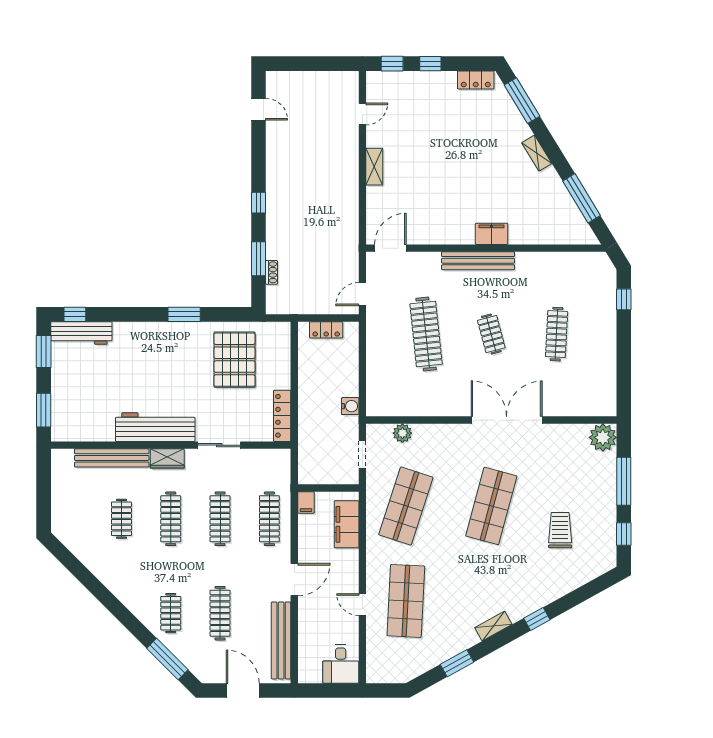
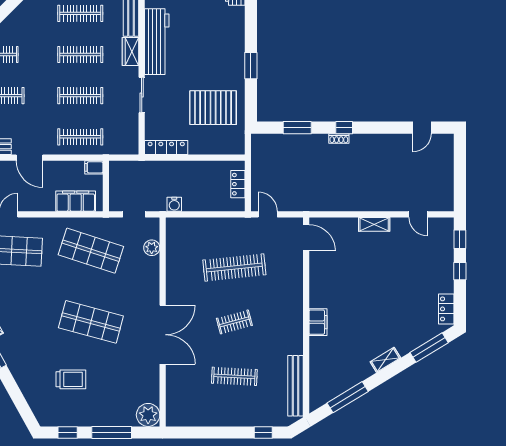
bench: (478, 261) -> (296, 386), moved
shoe rack: (271, 272) -> (339, 139), moved
clothes rail: (121, 519) -> (80, 13), width x1.36

